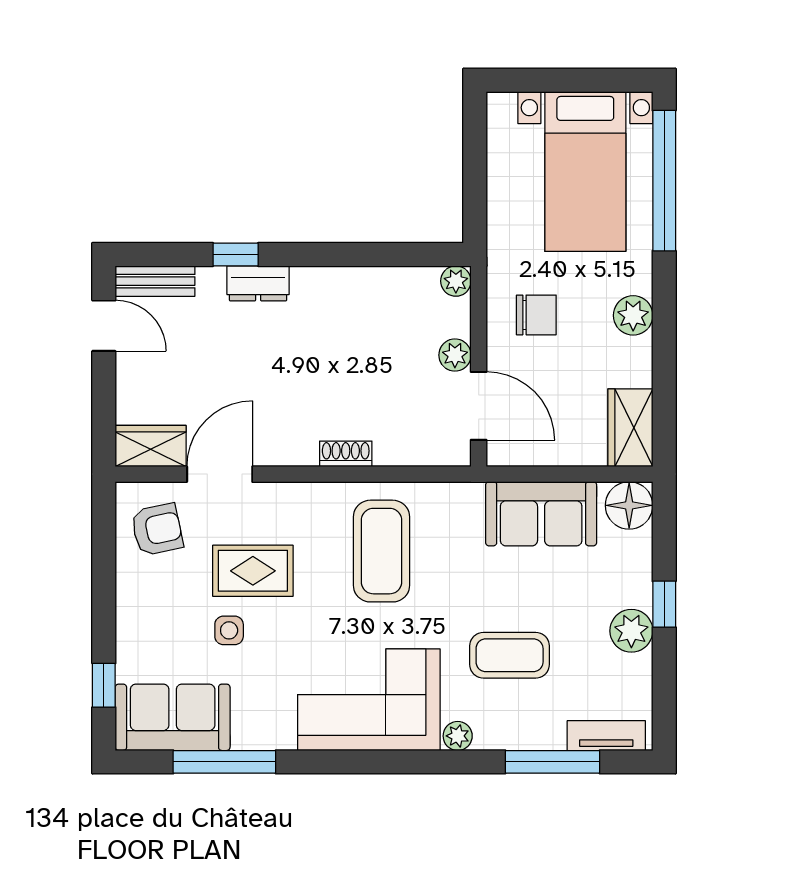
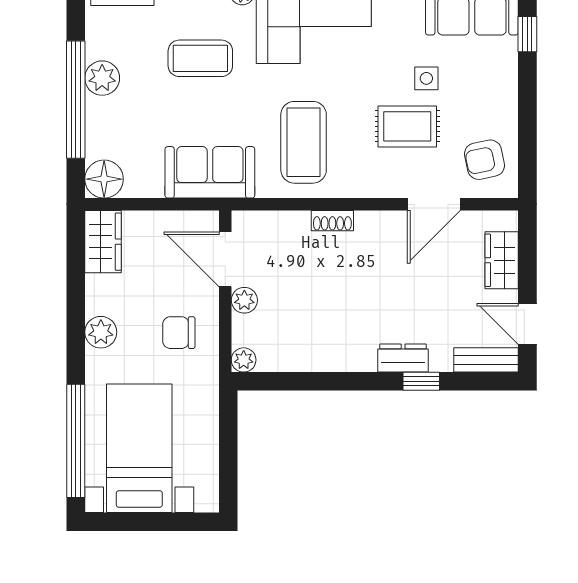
wardrobe: (151, 446) -> (502, 260), moved, turned 90
sofa: (541, 514) -> (210, 172), moved
window: (664, 604) -> (76, 100), width x3.17

